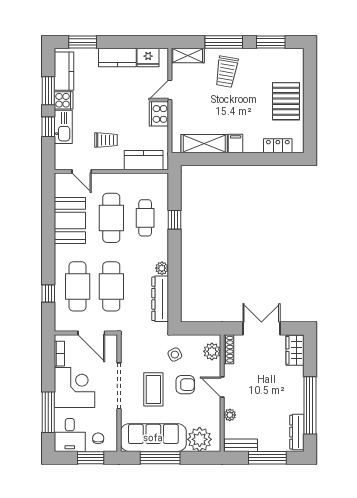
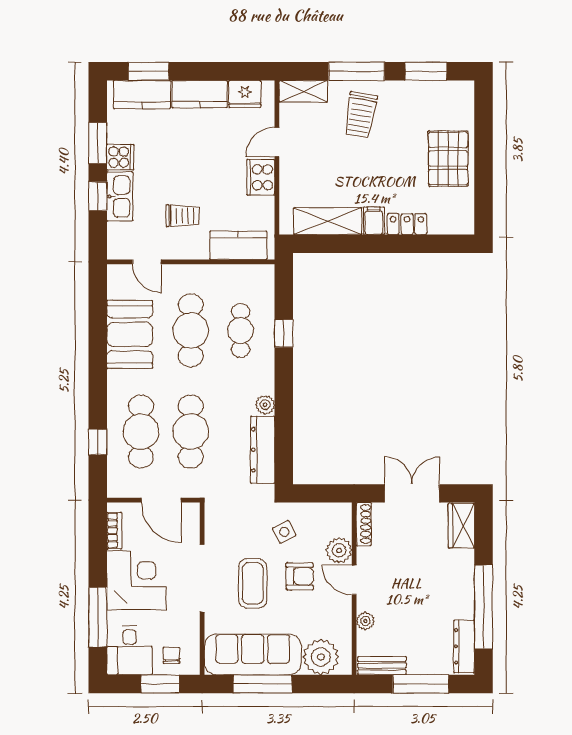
kitchen counter: (64, 71) -> (142, 95), moved, turned 90
locker: (278, 146) -> (407, 224), moved
plant: (212, 351) -> (339, 550), moved

